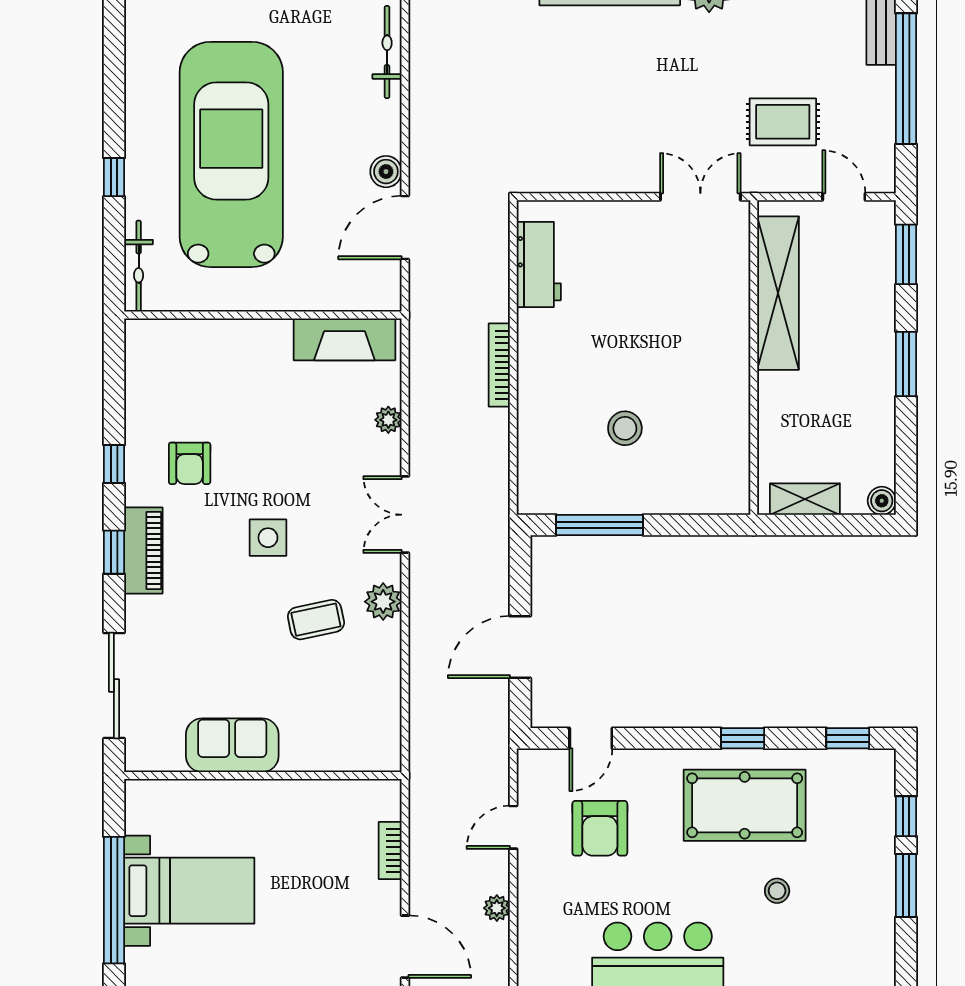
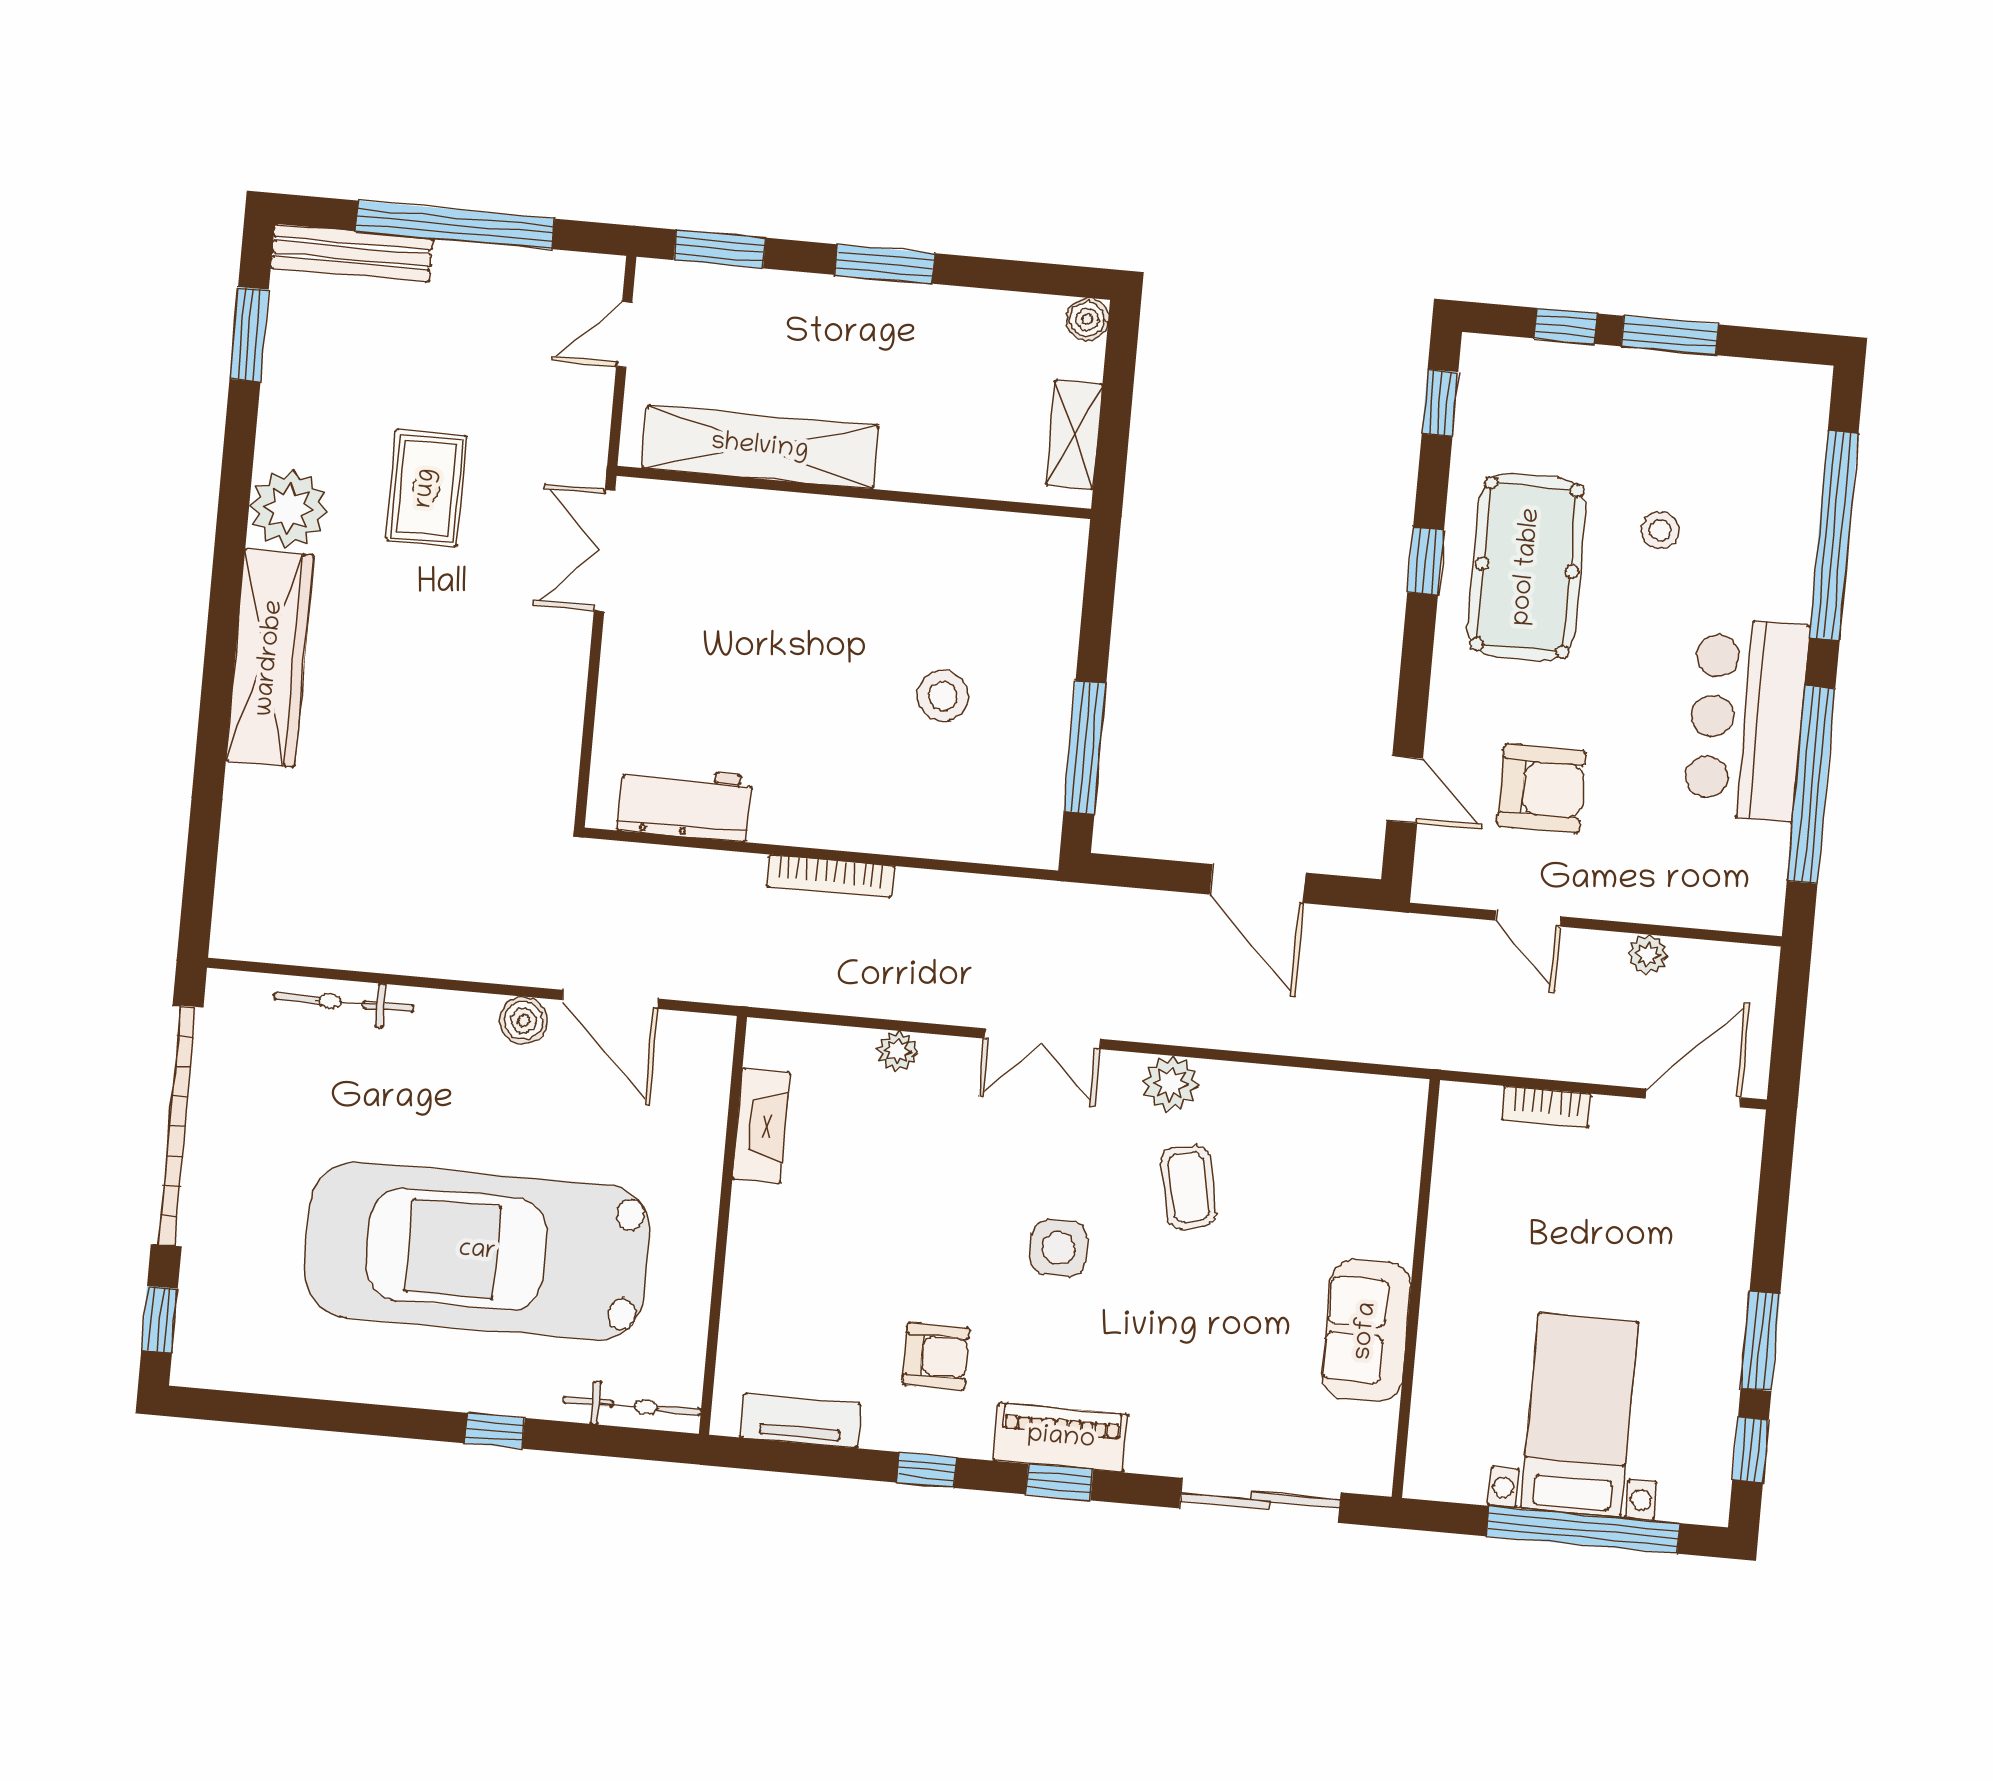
rug: (783, 122) -> (426, 488), moved
fireplace: (344, 339) -> (761, 1126), width x0.73, depth x0.76
tv unit: (139, 378) -> (801, 1421), added

